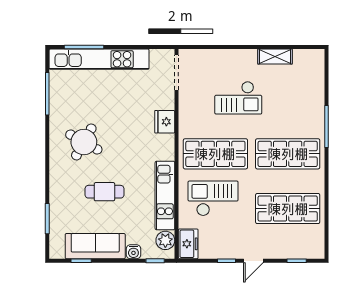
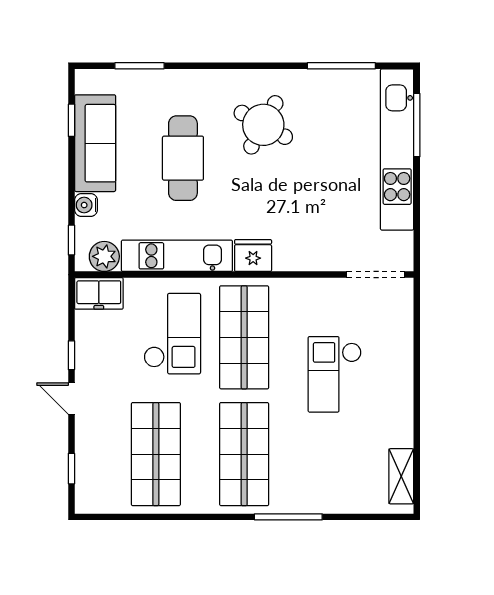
shelving: (275, 57) -> (401, 476), moved
fridge: (165, 122) -> (253, 256), moved
cafe table: (104, 192) -> (183, 158), width x1.37, depth x1.35

